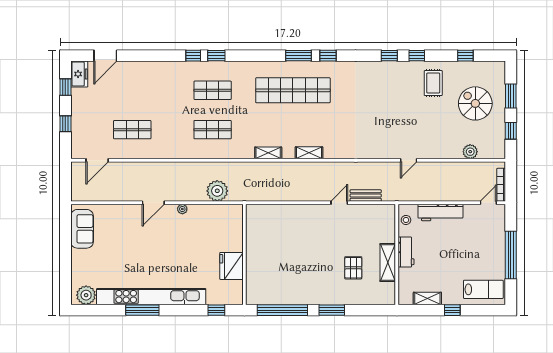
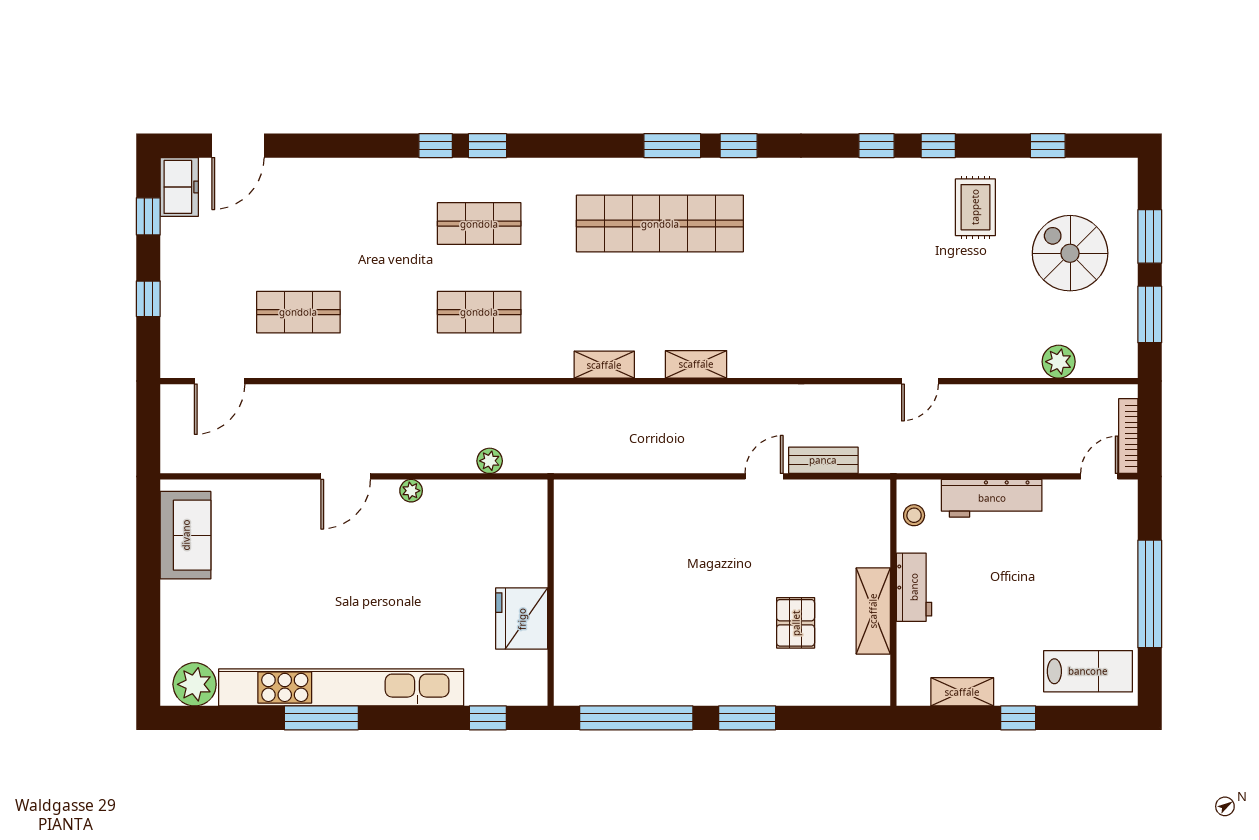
window: (511, 131) -> (1150, 314), width x1.50
plant: (217, 191) -> (490, 461), width x0.53, depth x0.53

